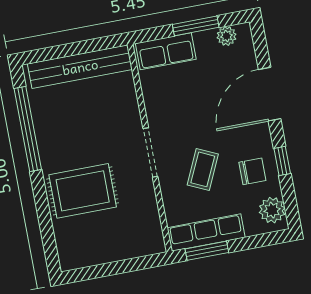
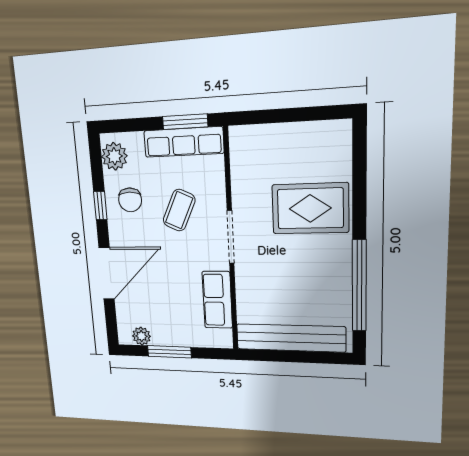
row of seats: (166, 51) -> (217, 300), moved, turned -90
chair: (252, 171) -> (130, 200), turned -90

